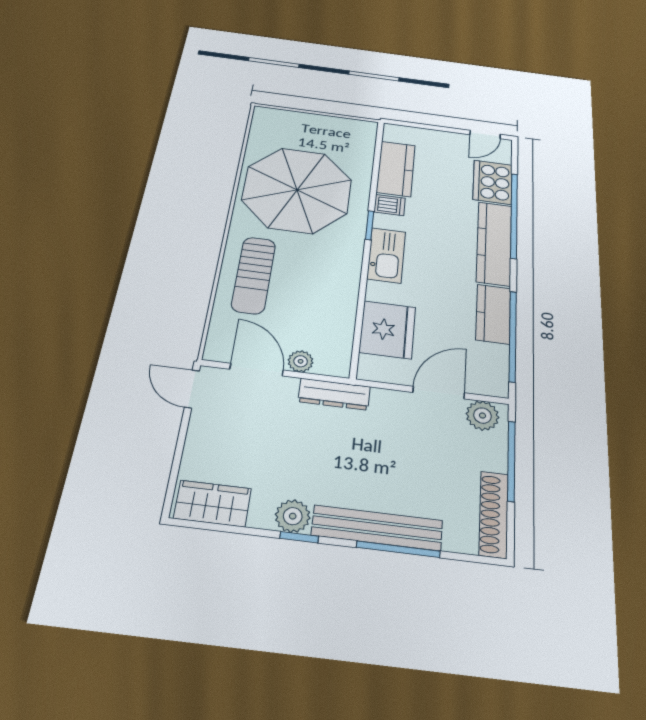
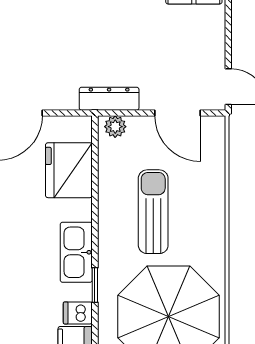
sun lounger: (254, 275) -> (153, 212), moved
plant: (301, 361) -> (115, 127), moved

